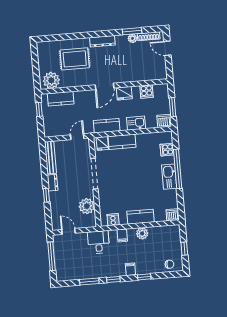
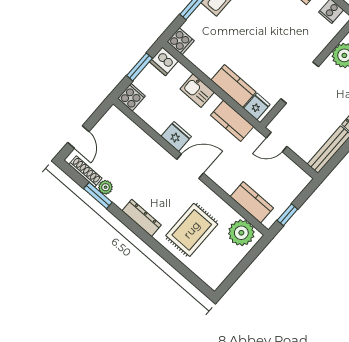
rug: (75, 59) -> (192, 230), turned 90
cooker: (147, 92) -> (131, 97), moved
cooker: (167, 150) -> (181, 41), moved

